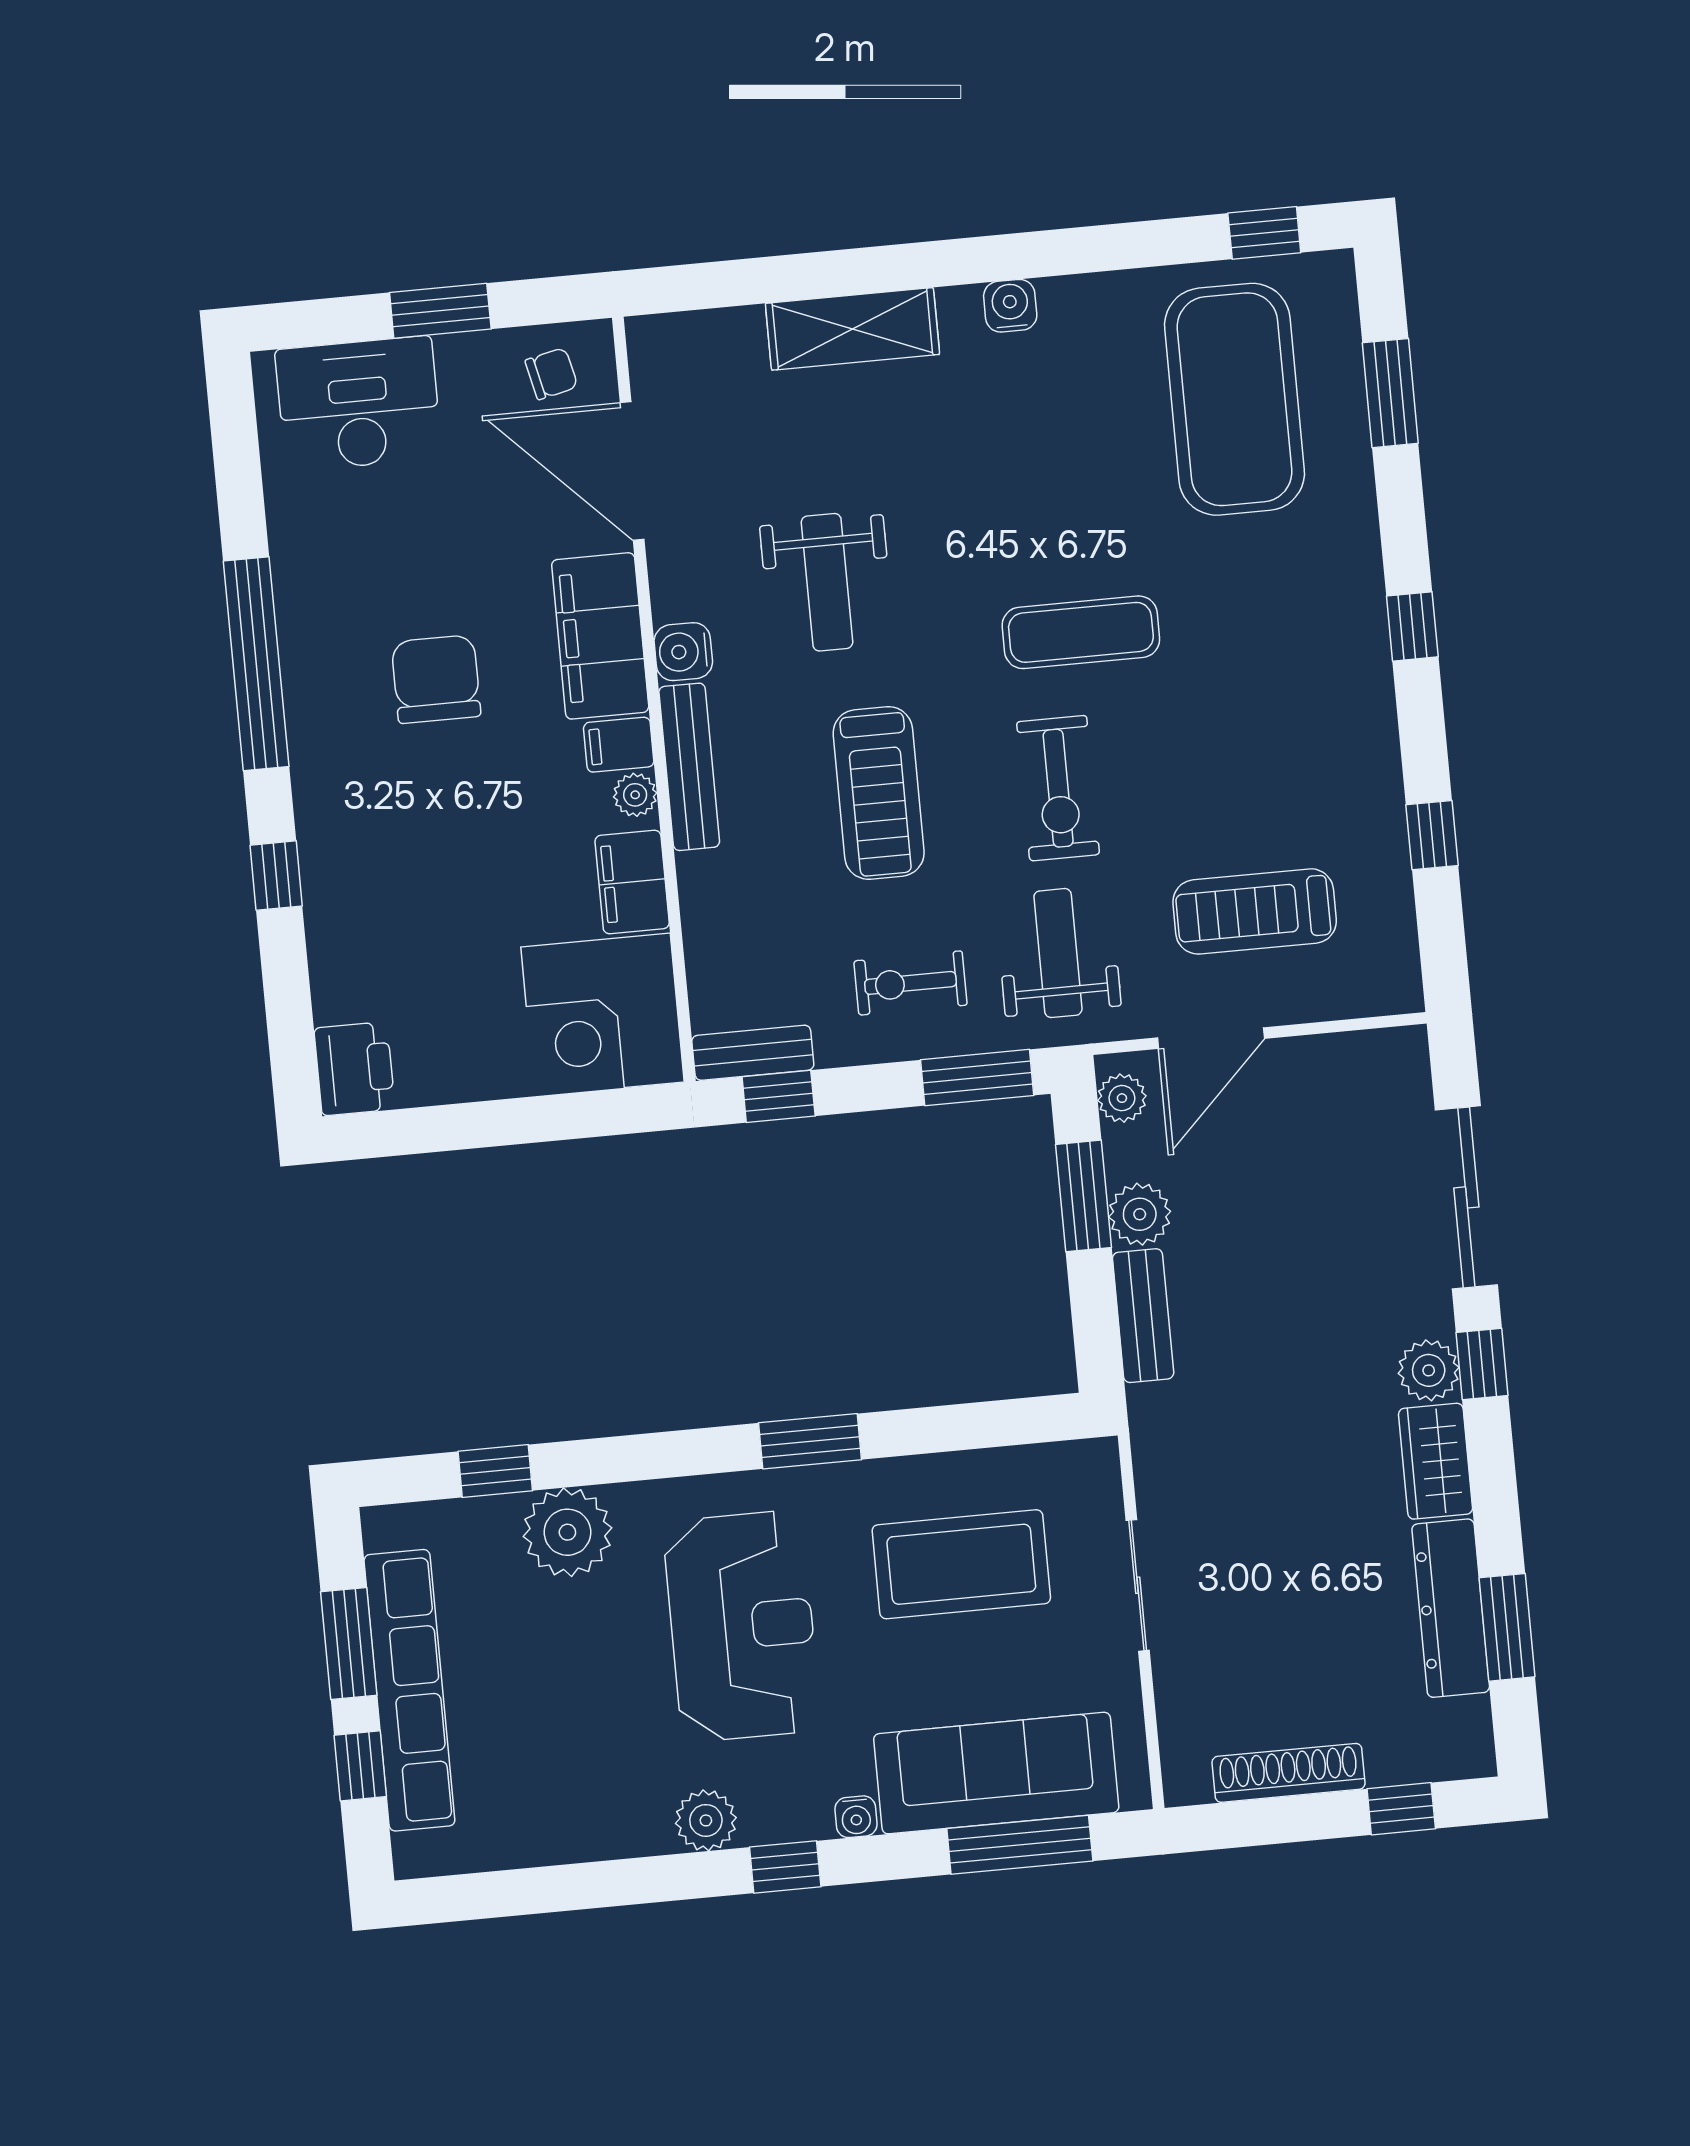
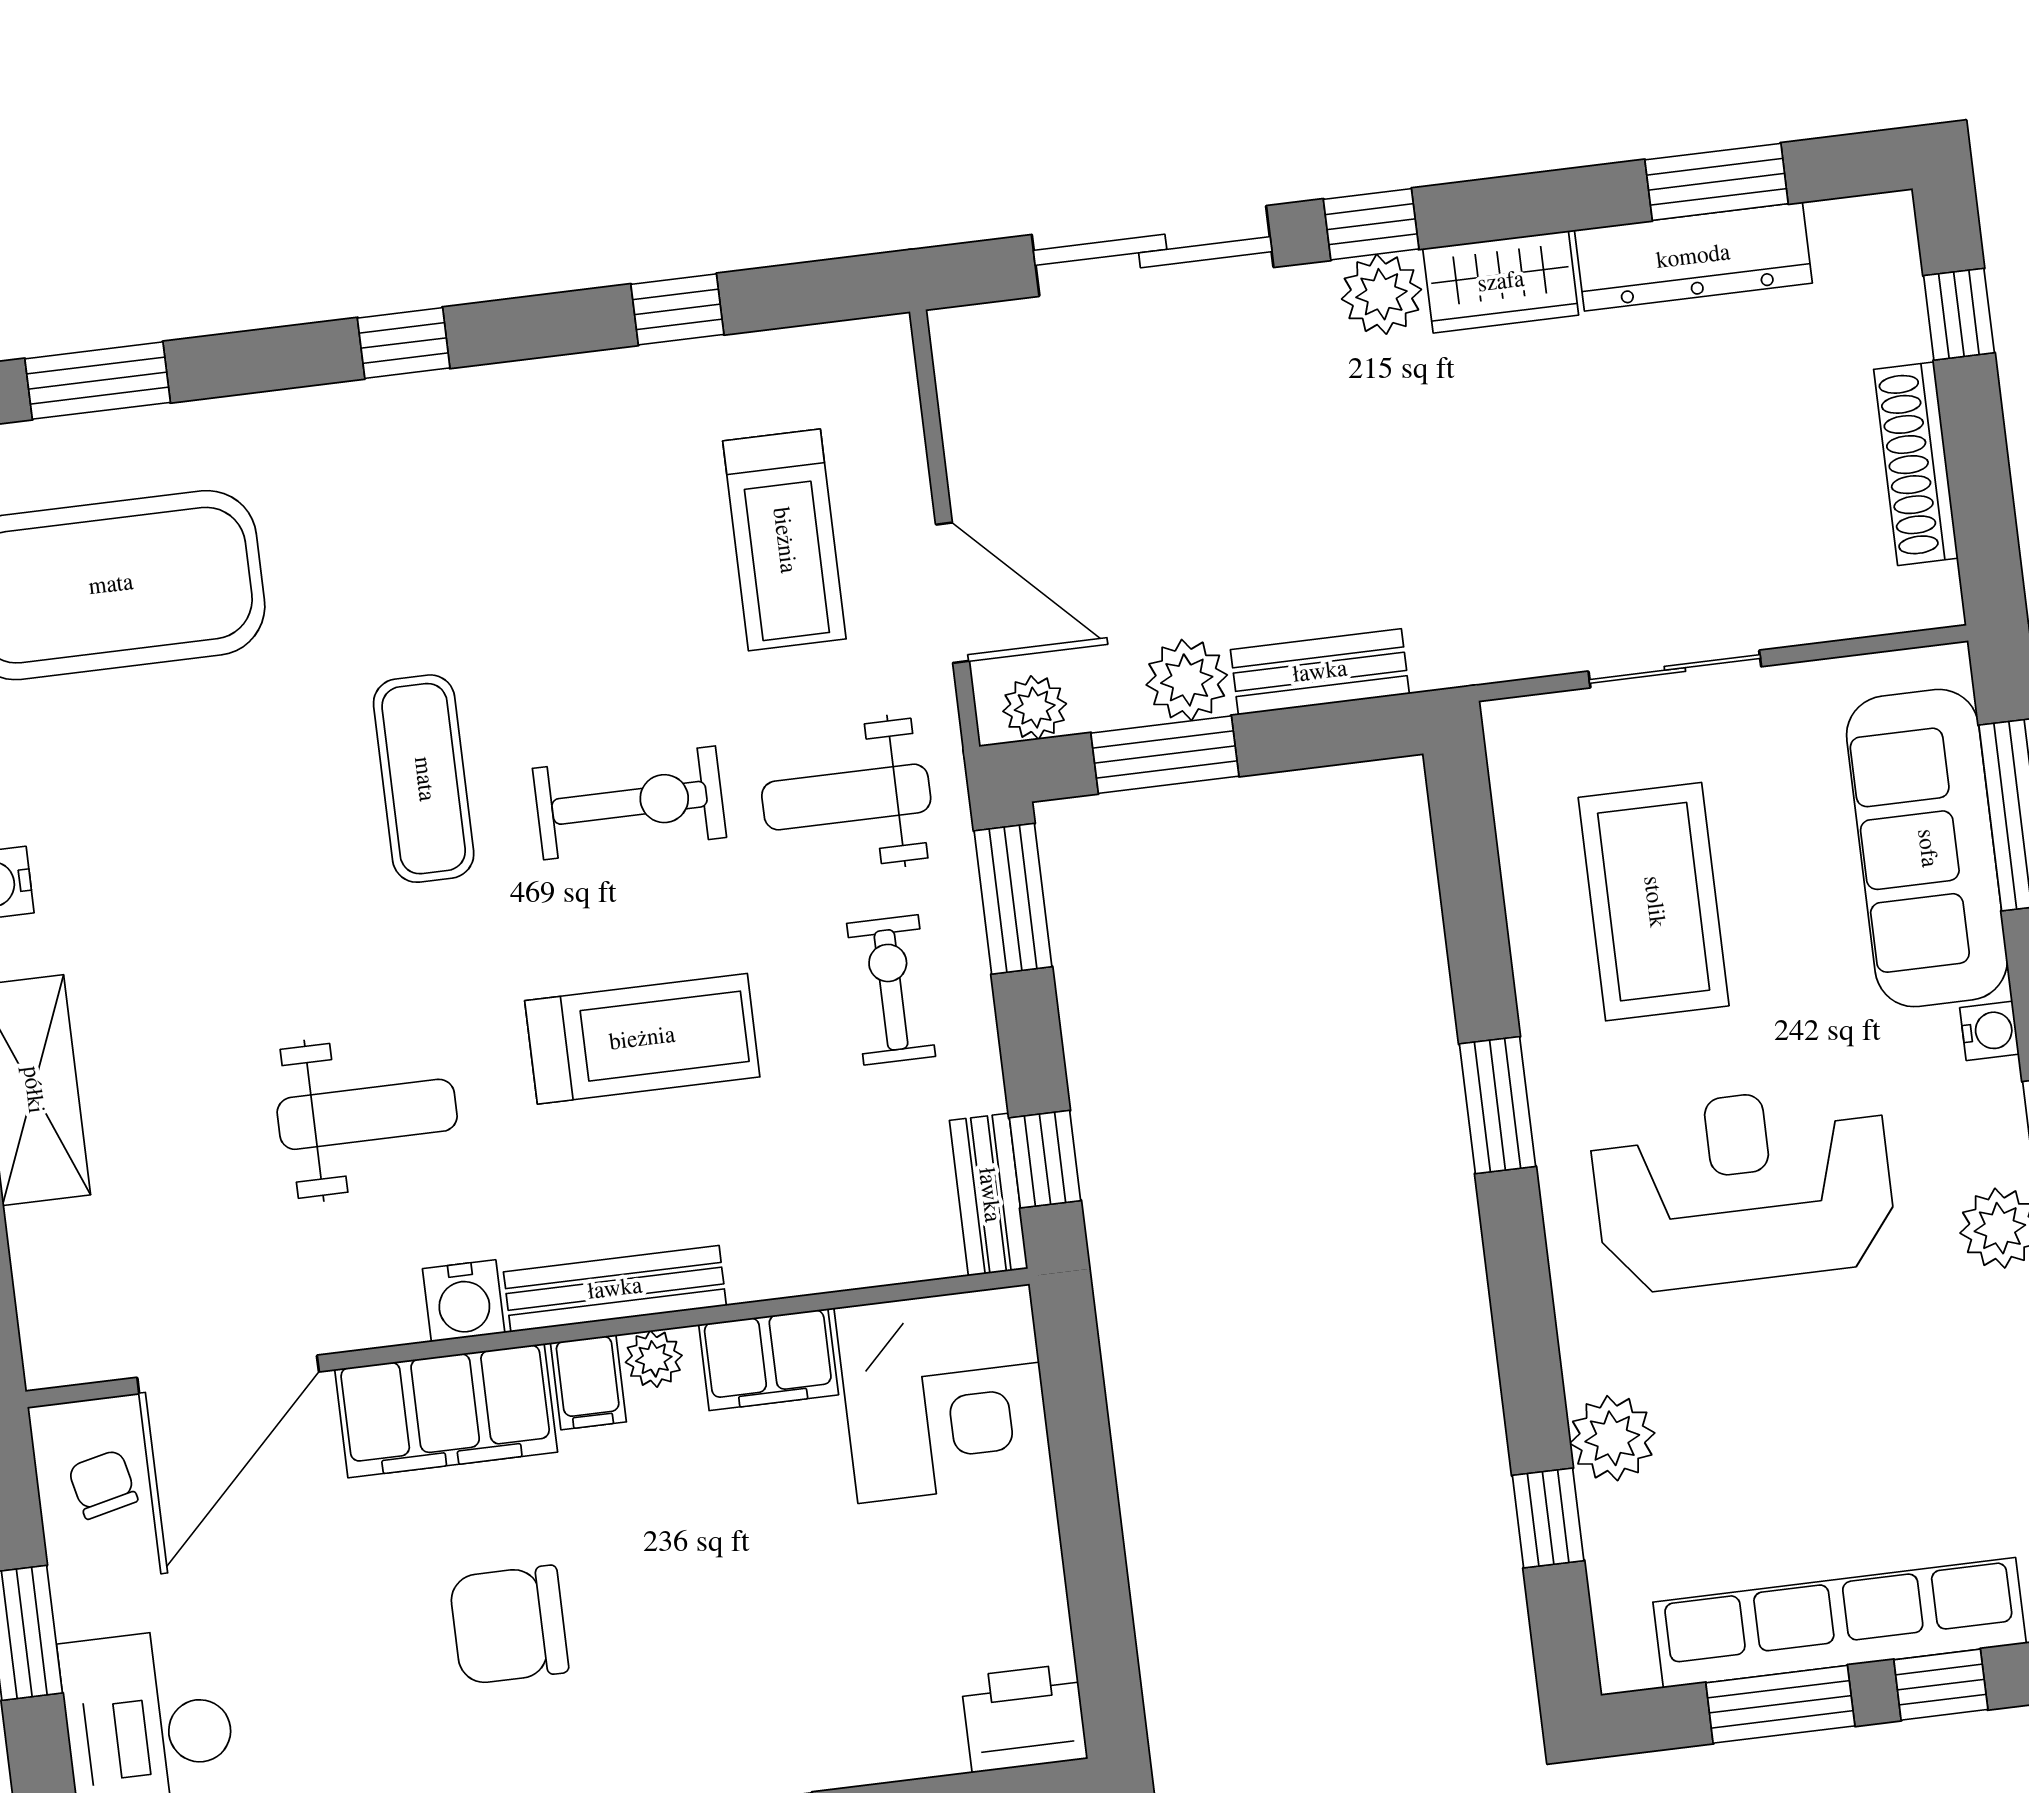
exercise bike: (910, 983) -> (891, 990), turned 180
plant: (567, 1532) -> (1612, 1438), width x0.73, depth x0.73

